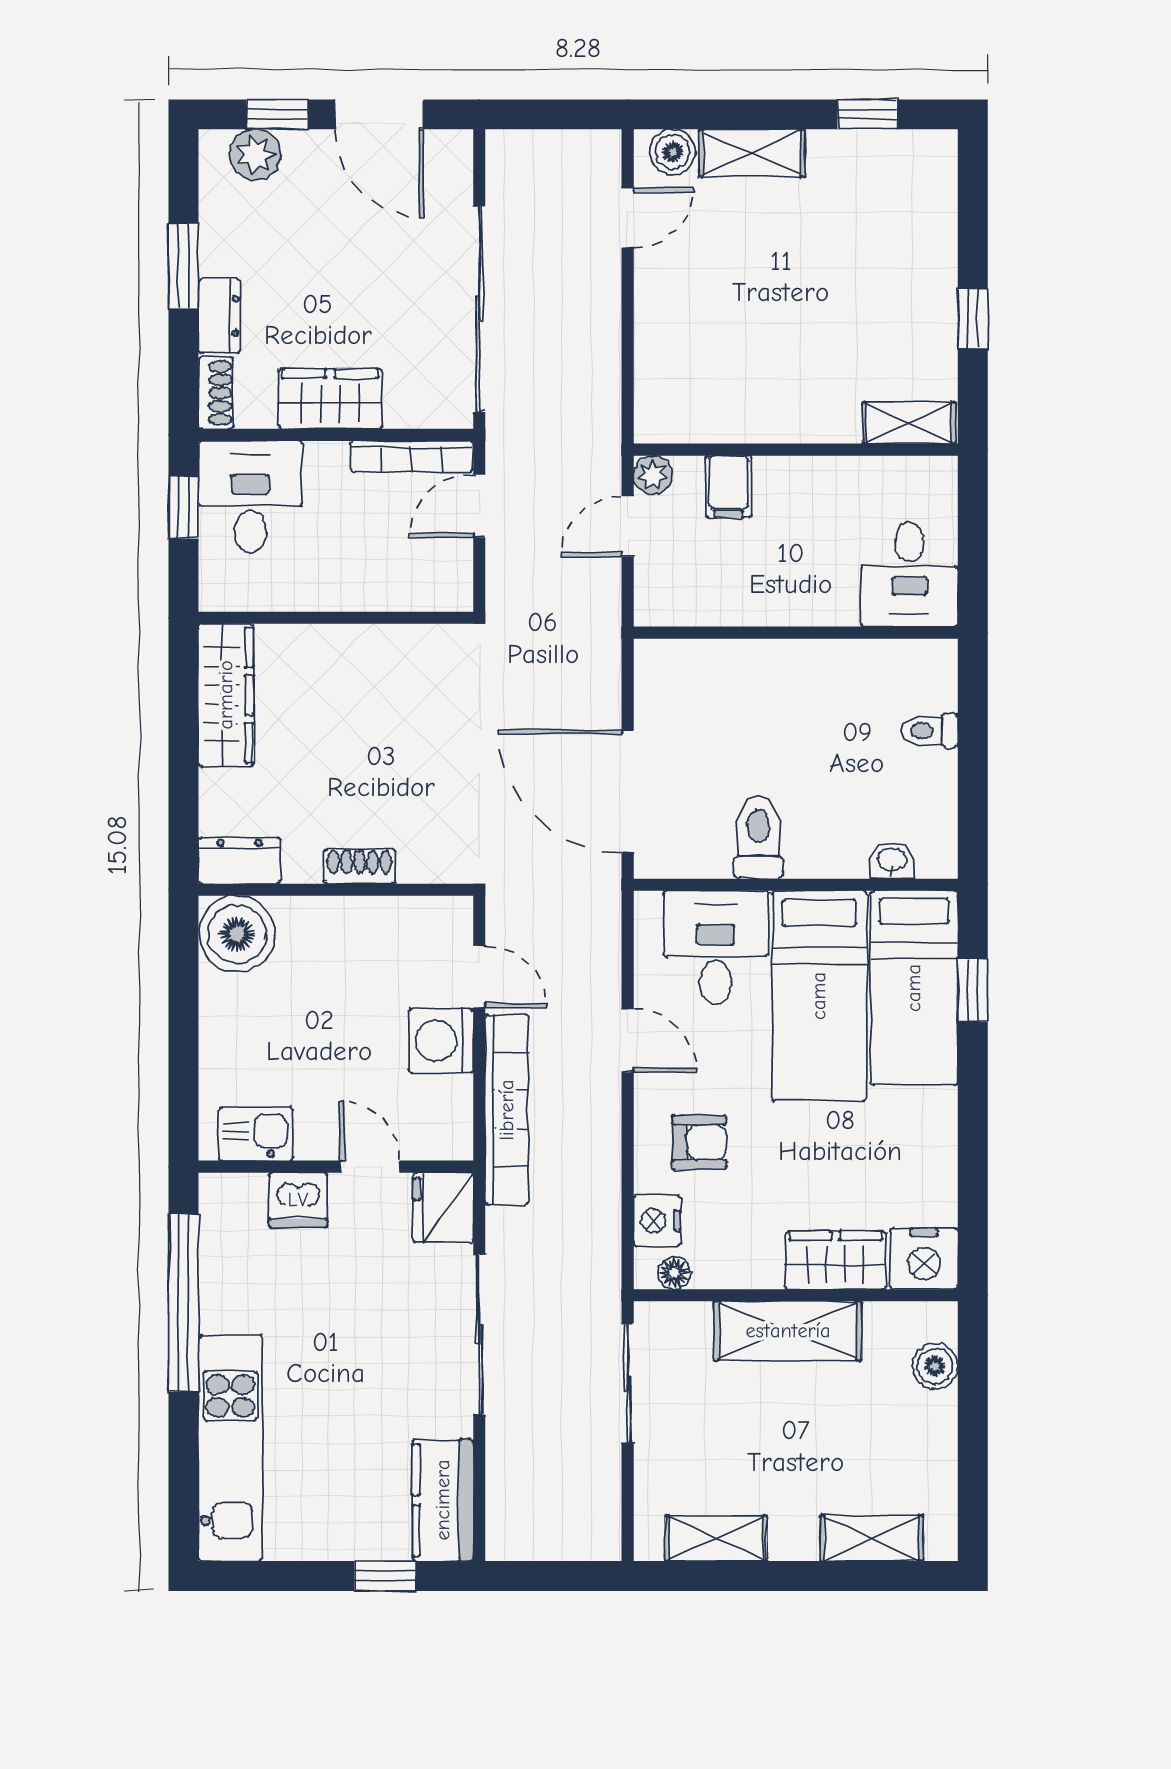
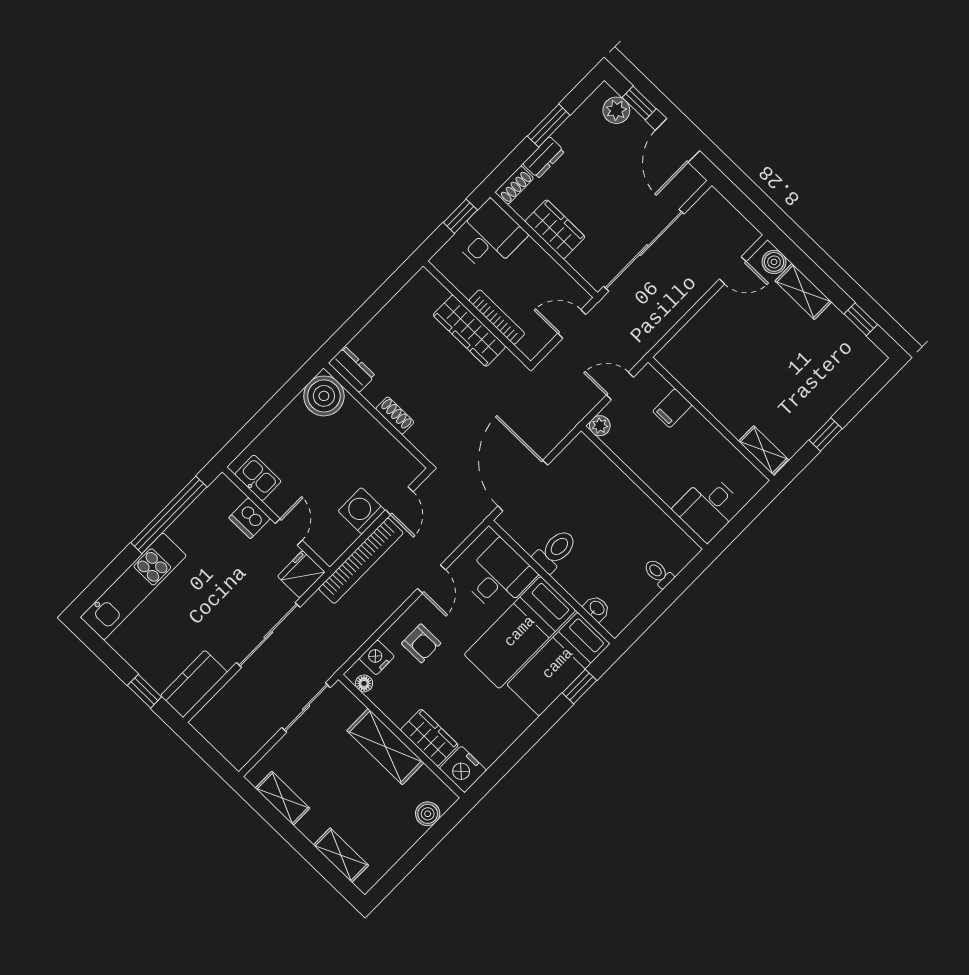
bookcase: (412, 456) -> (497, 317), moved, turned 180
plant: (653, 475) -> (600, 426), moved
wardrobe: (226, 695) -> (469, 331), moved, turned 90

